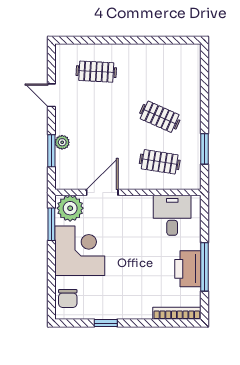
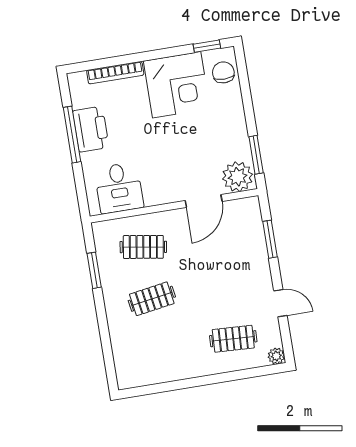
clothes rail: (160, 117) -> (152, 299), turned -33
plant: (62, 142) -> (276, 356), moved
corner desk: (80, 251) -> (177, 85), moved, turned -90
bookcase: (177, 313) -> (115, 73), moved
window: (106, 323) -> (207, 46), moved

